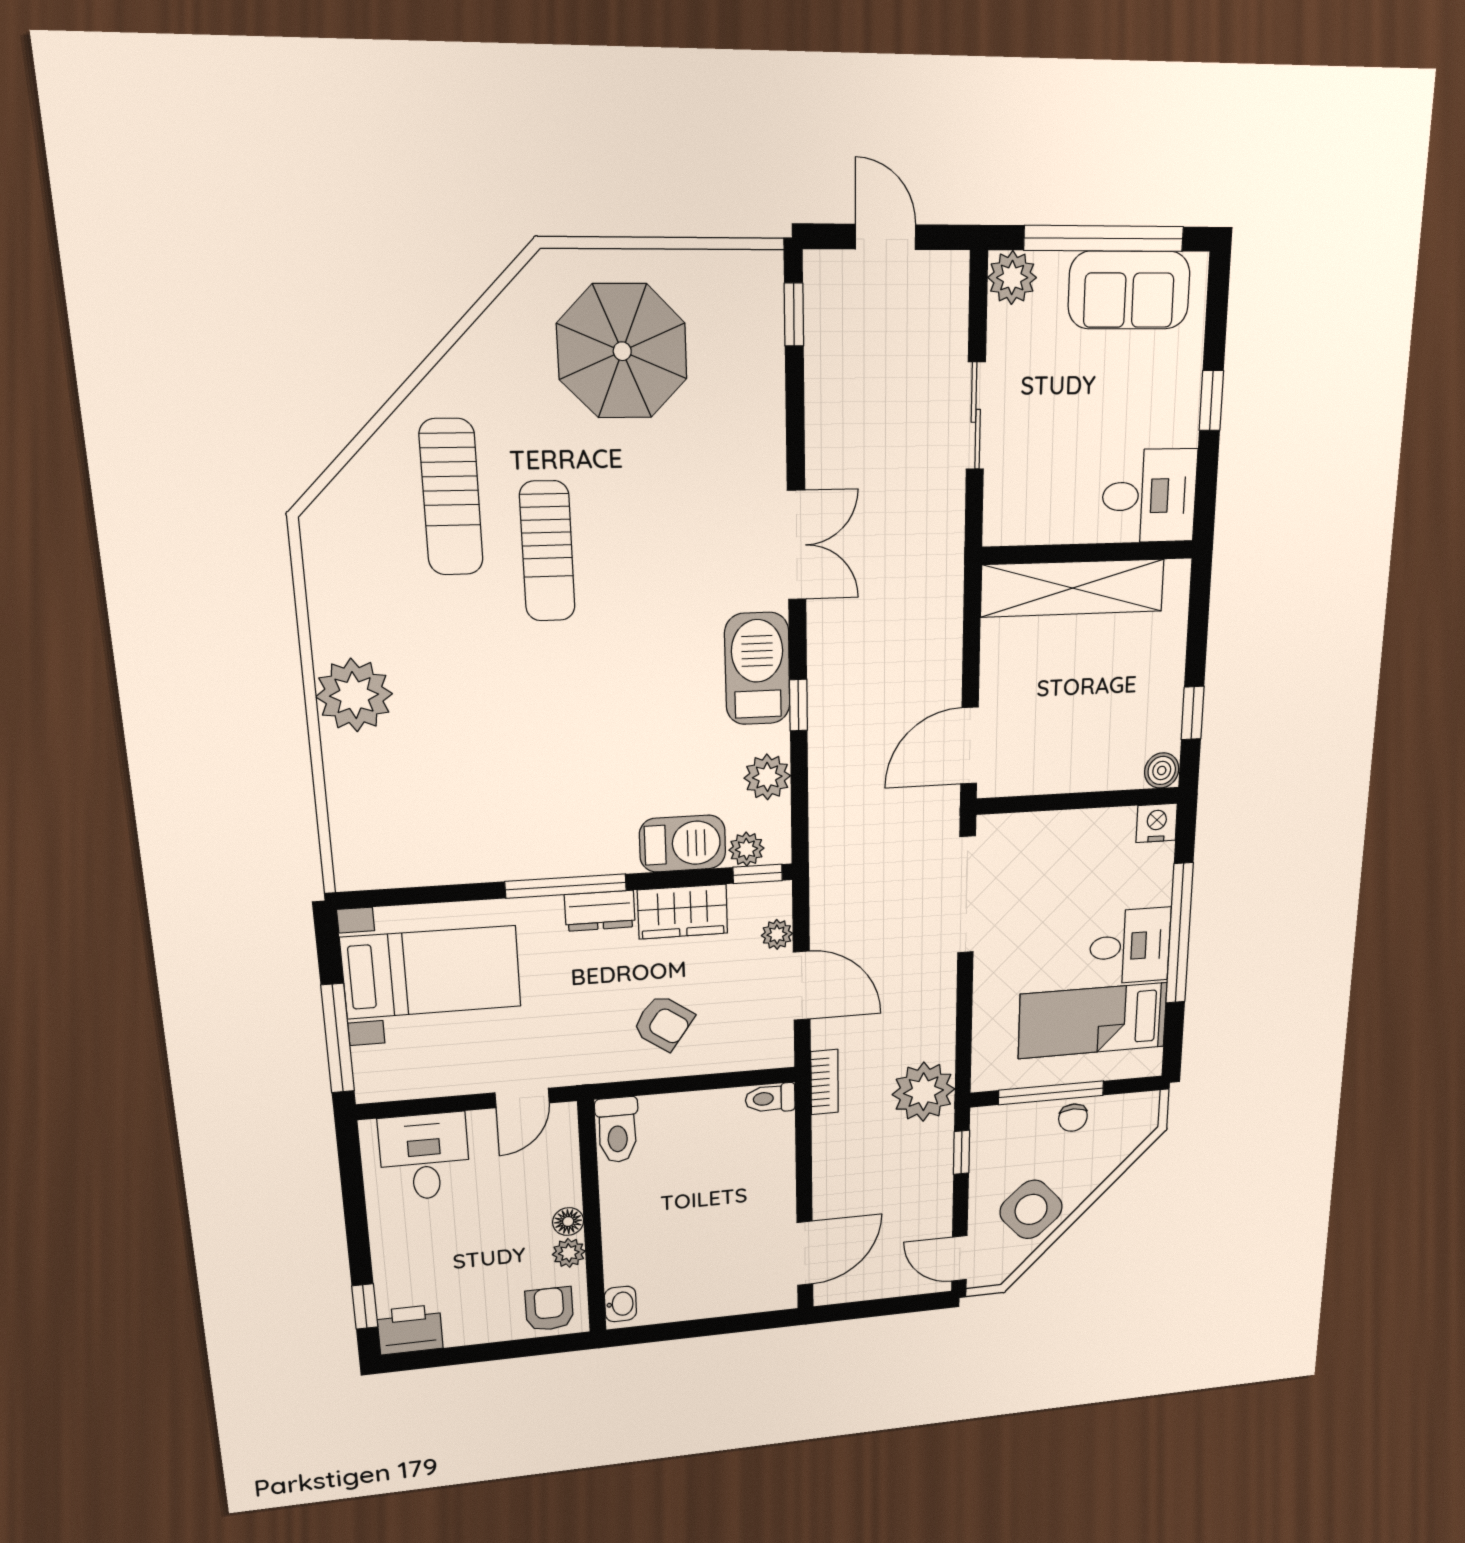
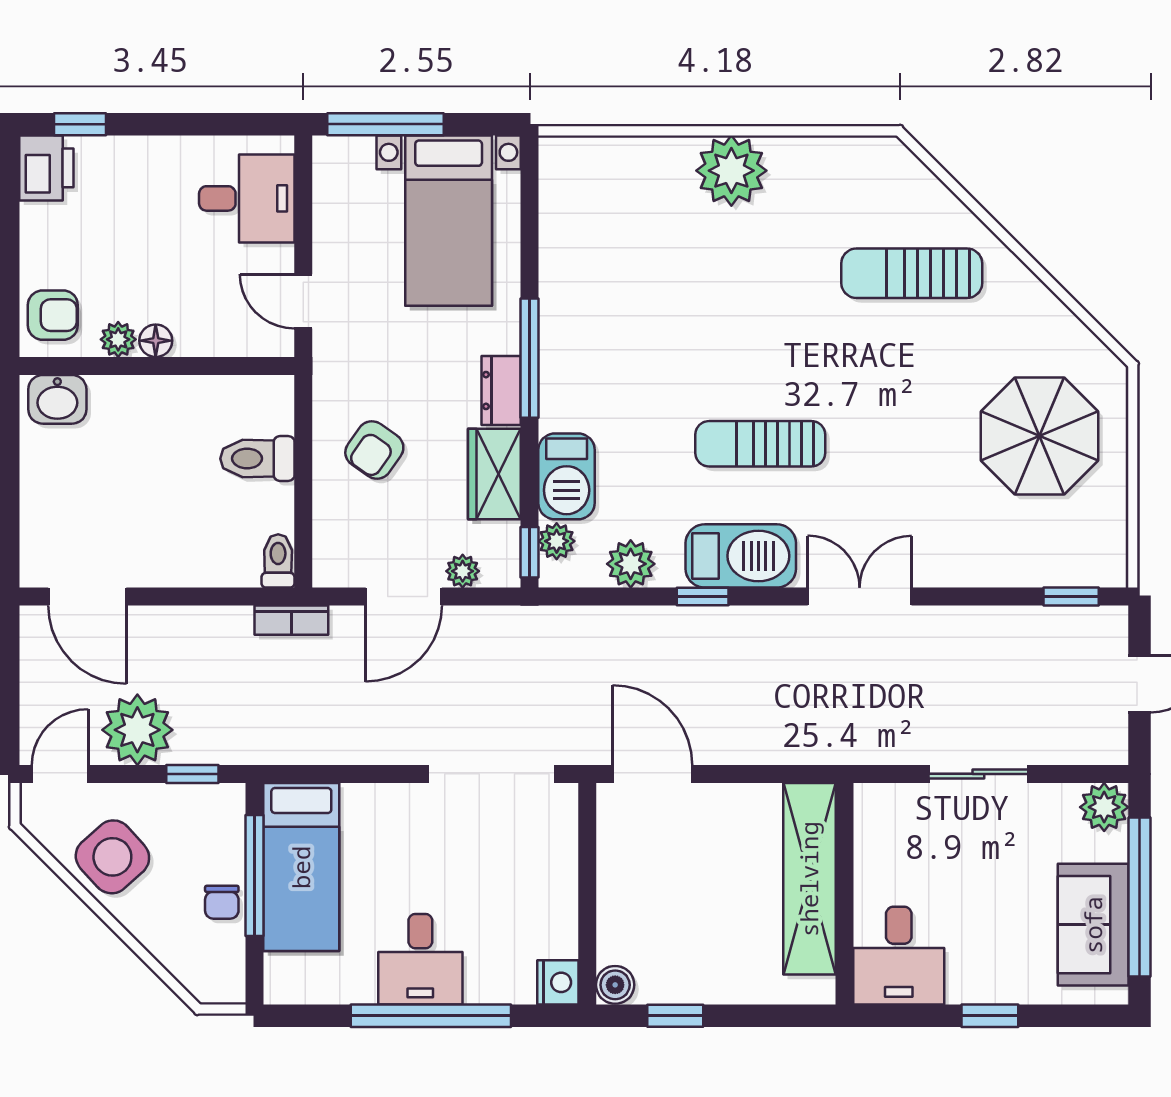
double door: (797, 545) -> (860, 597), swing flipped
sun lounger: (547, 551) -> (760, 444), moved
bed: (1093, 1021) -> (301, 867), moved, turned 180
plant: (924, 1092) -> (137, 730), moved
chair: (1073, 1118) -> (222, 902), turned -90
toilet: (617, 1130) -> (257, 459), moved
washbasin: (620, 1304) -> (57, 399), width x1.38, depth x1.45

